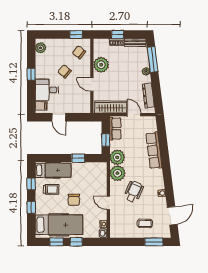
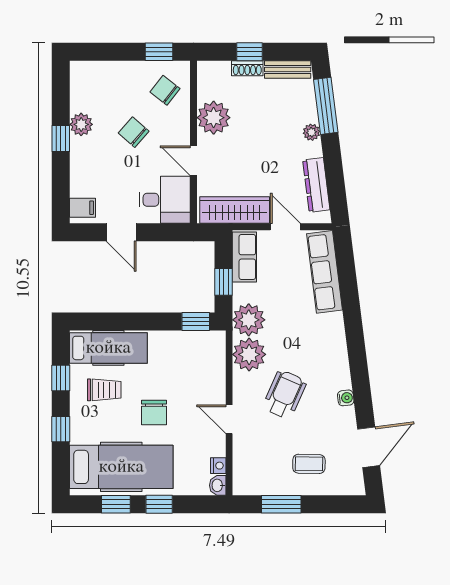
plant: (41, 48) -> (81, 124), moved
desk: (47, 90) -> (165, 200), moved, turned 180
row of seats: (154, 150) -> (325, 272), moved
window: (78, 158) -> (196, 321), moved
window: (154, 242) -> (281, 504), moved

